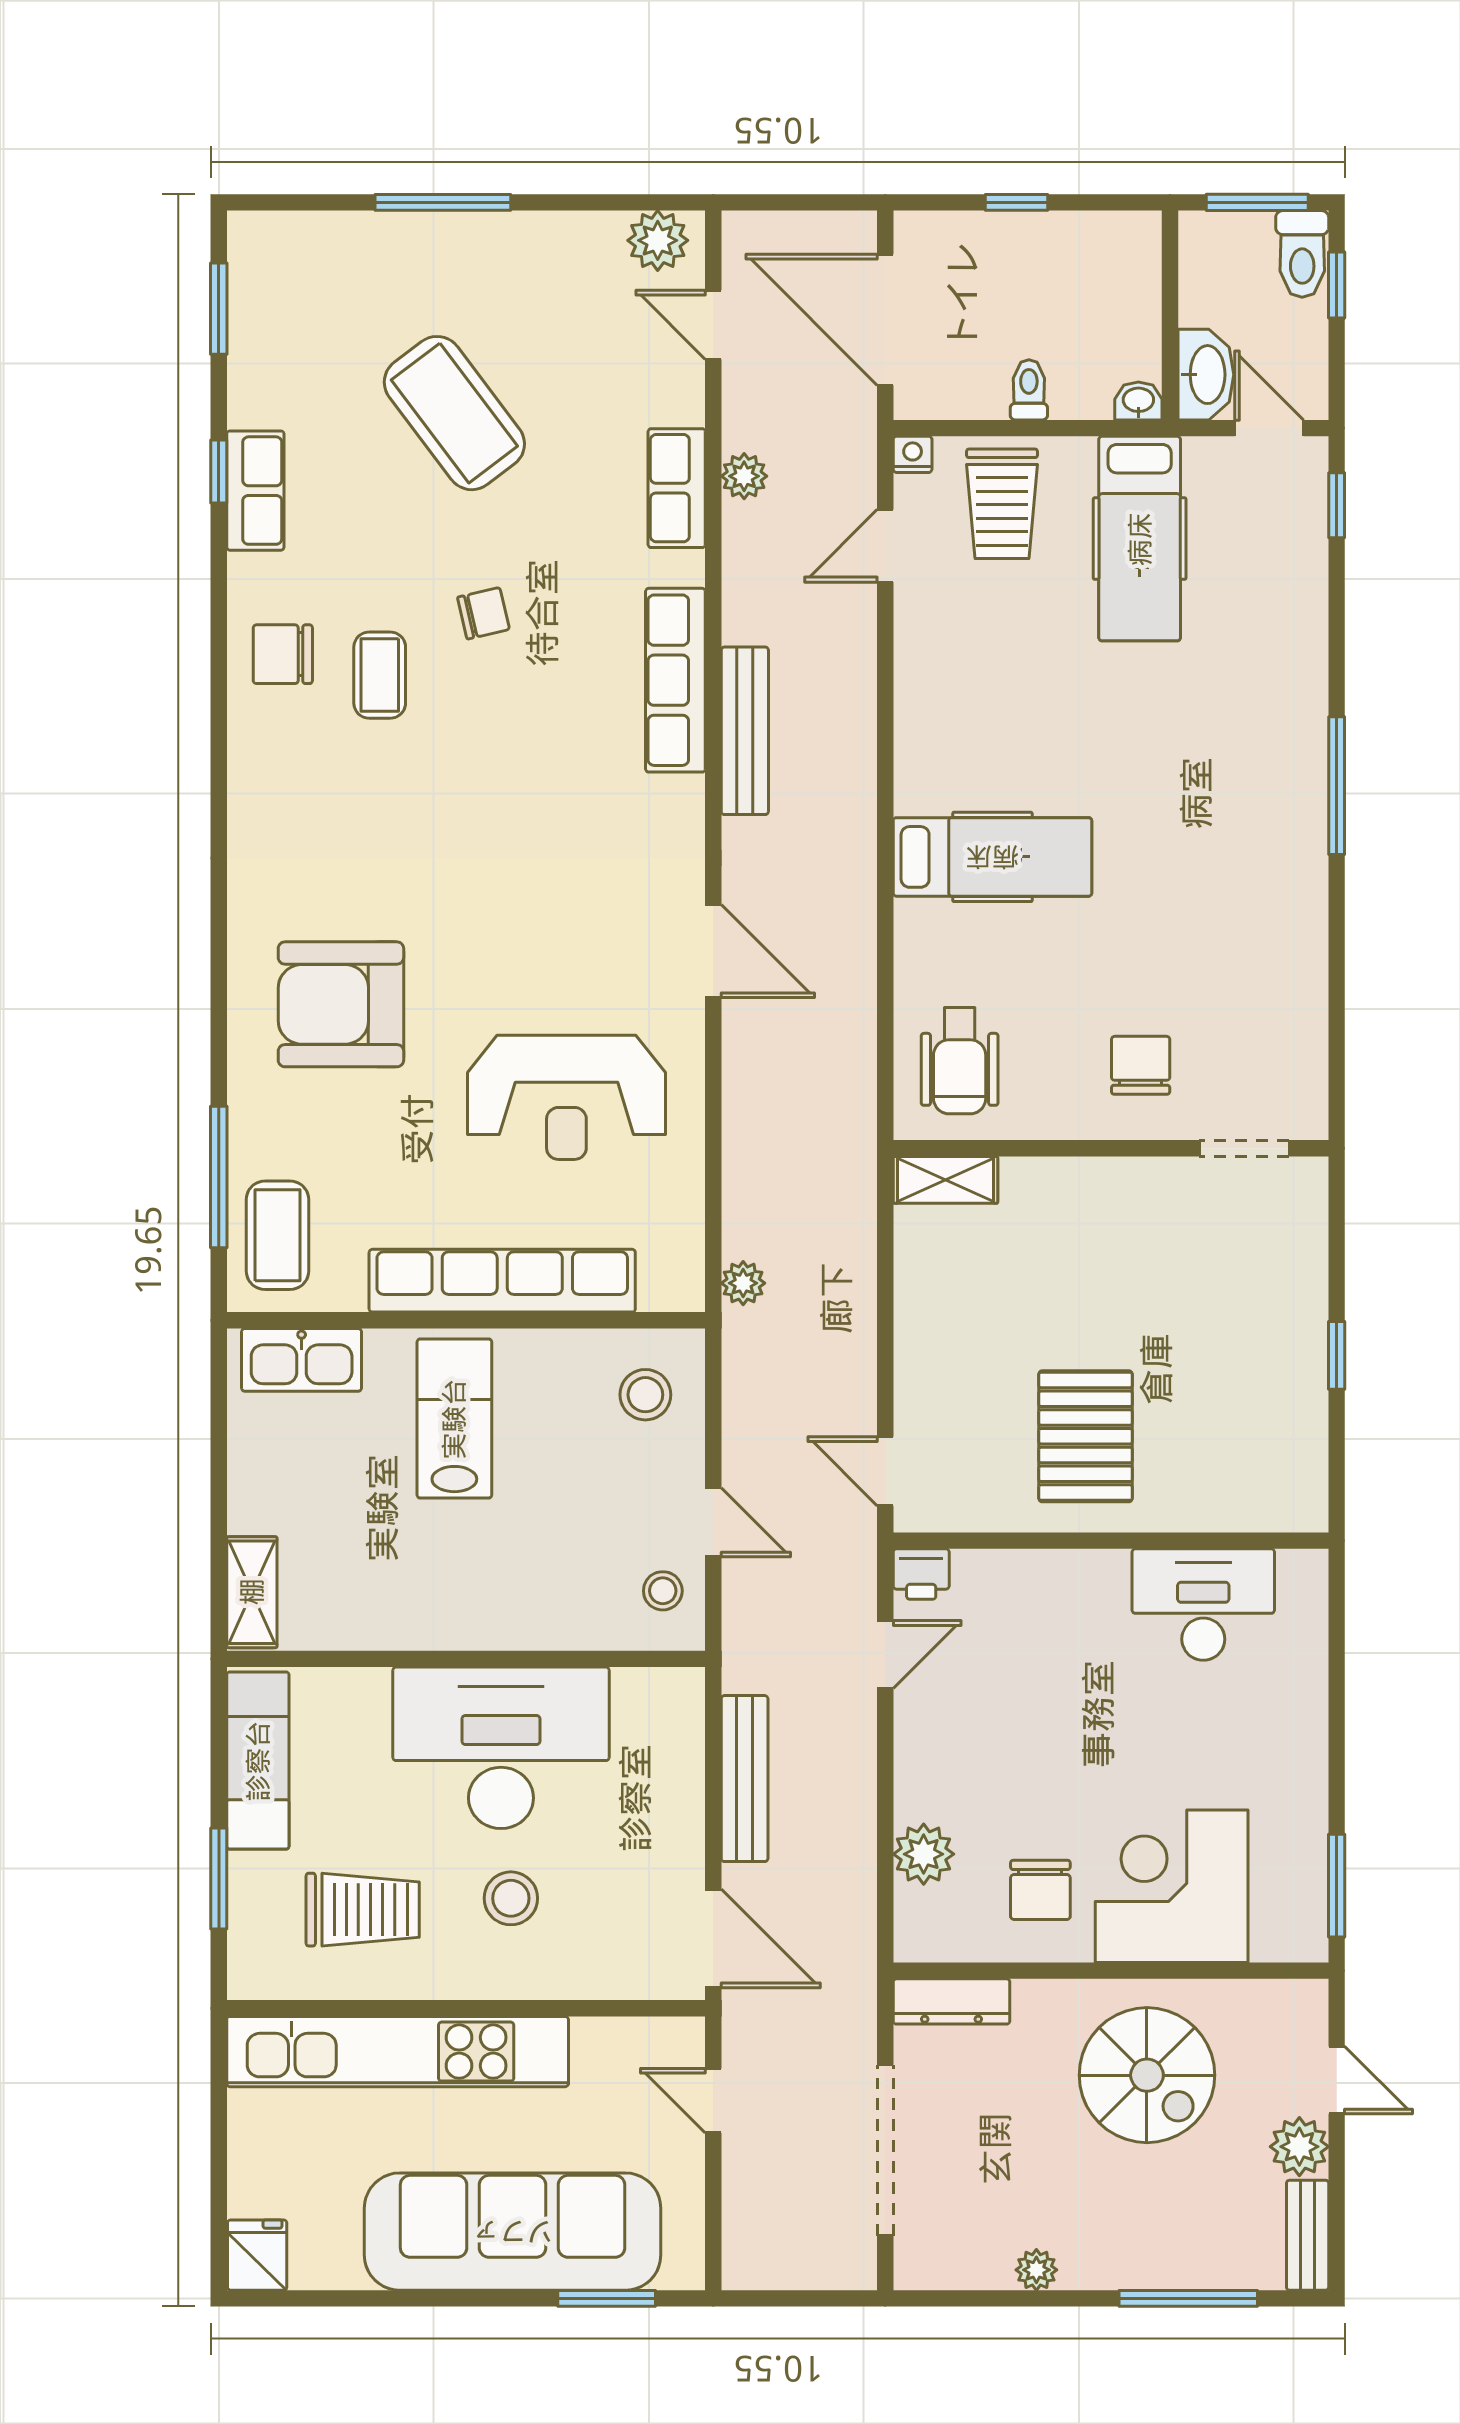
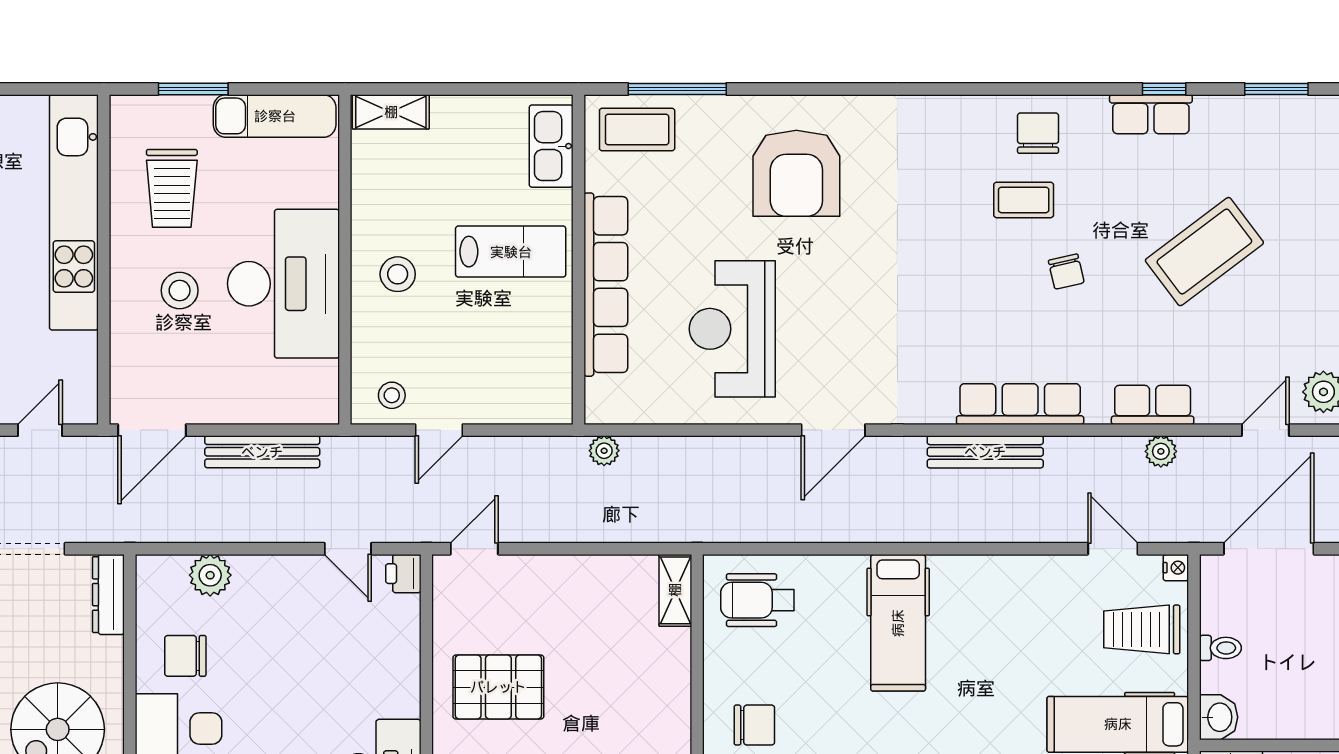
washbasin: (1138, 401) -> (1219, 717), width x1.38, depth x1.45
armchair: (341, 1004) -> (796, 173), turned 180
stool: (645, 1395) -> (398, 274), moved

